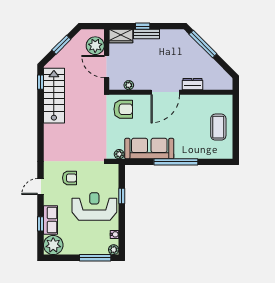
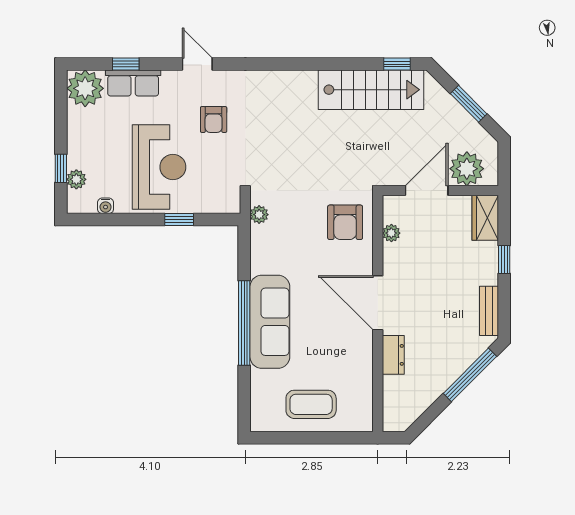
bench: (147, 34) -> (489, 311), moved
sofa: (149, 149) -> (270, 322), moved
plant: (114, 250) -> (76, 179), moved
window: (95, 258) -> (61, 168), width x0.46

